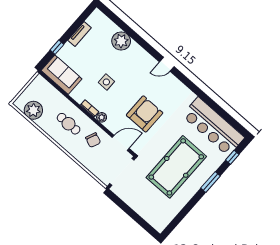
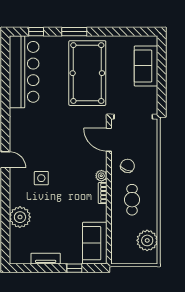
side table: (106, 82) -> (41, 178), moved
armchair: (145, 114) -> (66, 141), removed
pool table: (176, 167) -> (87, 73), turned 90
sofa: (147, 209) -> (146, 66), added

